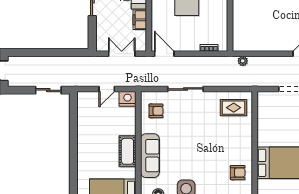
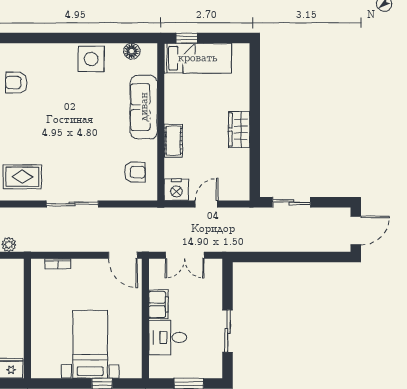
sliding door: (186, 89) -> (72, 204), moved
armchair: (156, 111) -> (135, 172), turned 180
wardrobe: (84, 140) -> (239, 130), added
cot: (127, 151) -> (173, 141), moved, width x0.73, depth x0.75

